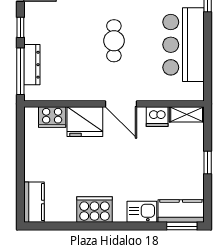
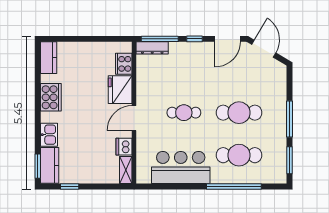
dresser: (32, 65) -> (152, 48), moved
window: (208, 162) -> (70, 186), moved
kitchen counter: (34, 202) -> (49, 58), moved, turned -90

